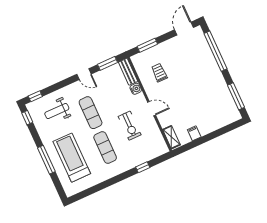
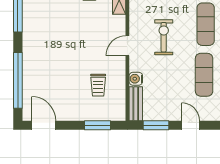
door: (184, 29) -> (44, 125), swing flipped
door: (152, 109) -> (127, 46), hinge flipped

